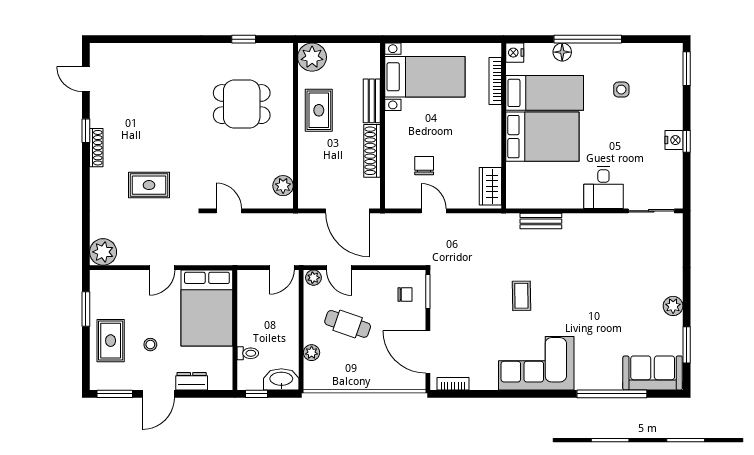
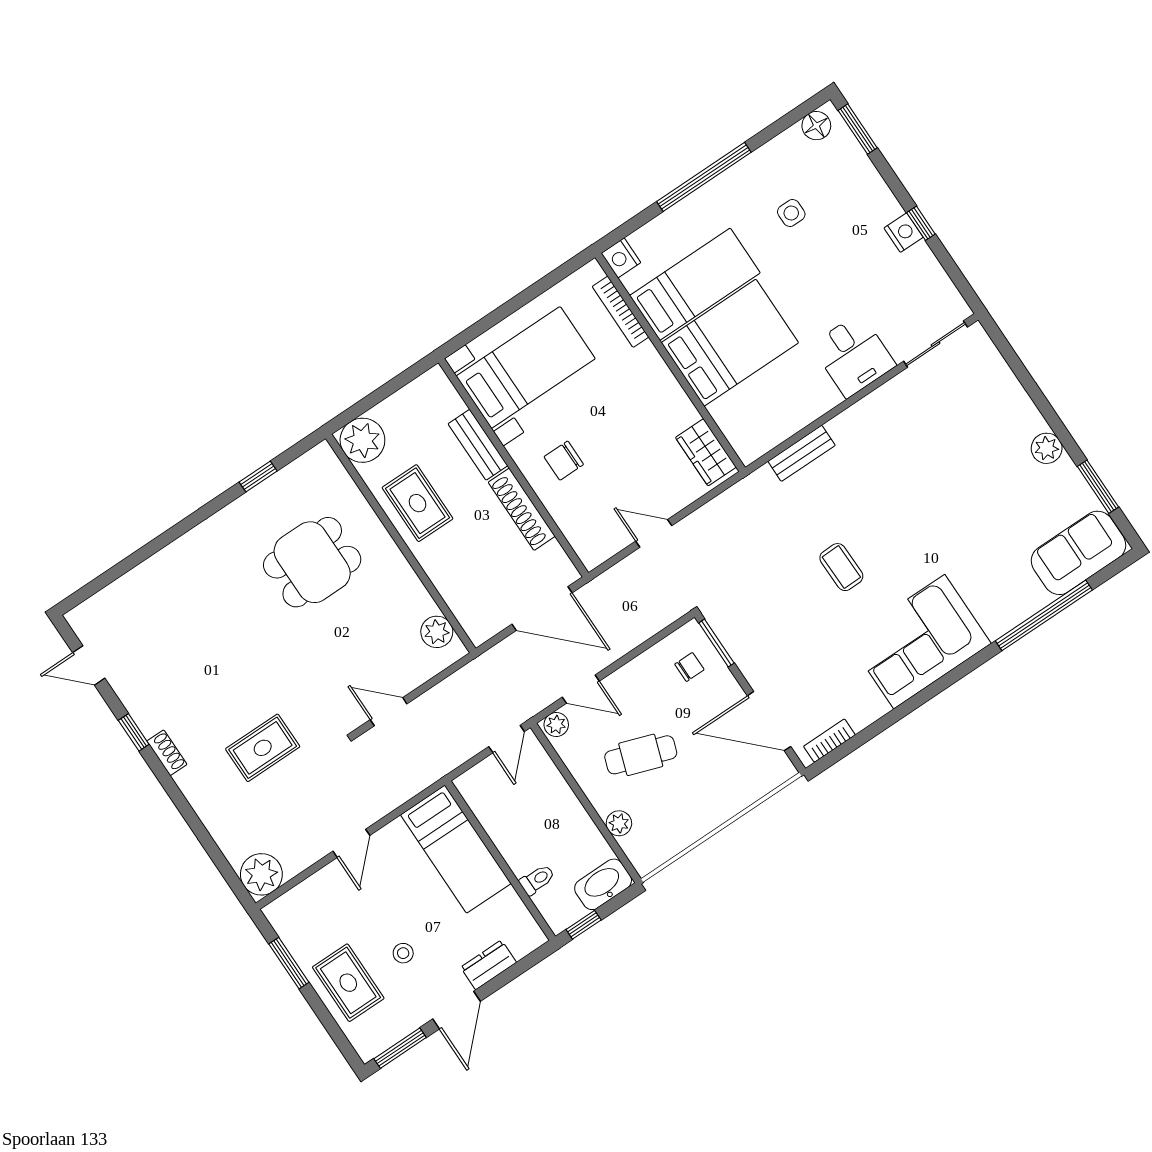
floor lamp: (562, 52) -> (816, 126), moved
shoe rack: (96, 148) -> (167, 753), width x0.70
chair: (424, 166) -> (564, 461), moved, turned -90
bed: (207, 308) -> (456, 849), width x0.67

